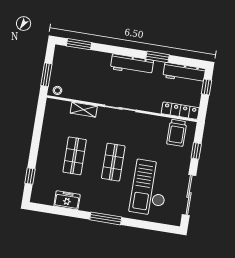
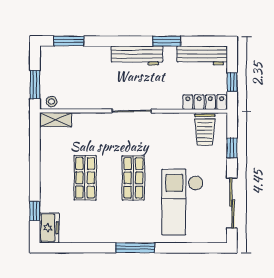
window: (207, 87) -> (232, 82), moved
shelving: (84, 110) -> (55, 120), moved
freezer: (67, 200) -> (49, 228), moved, turned 90

